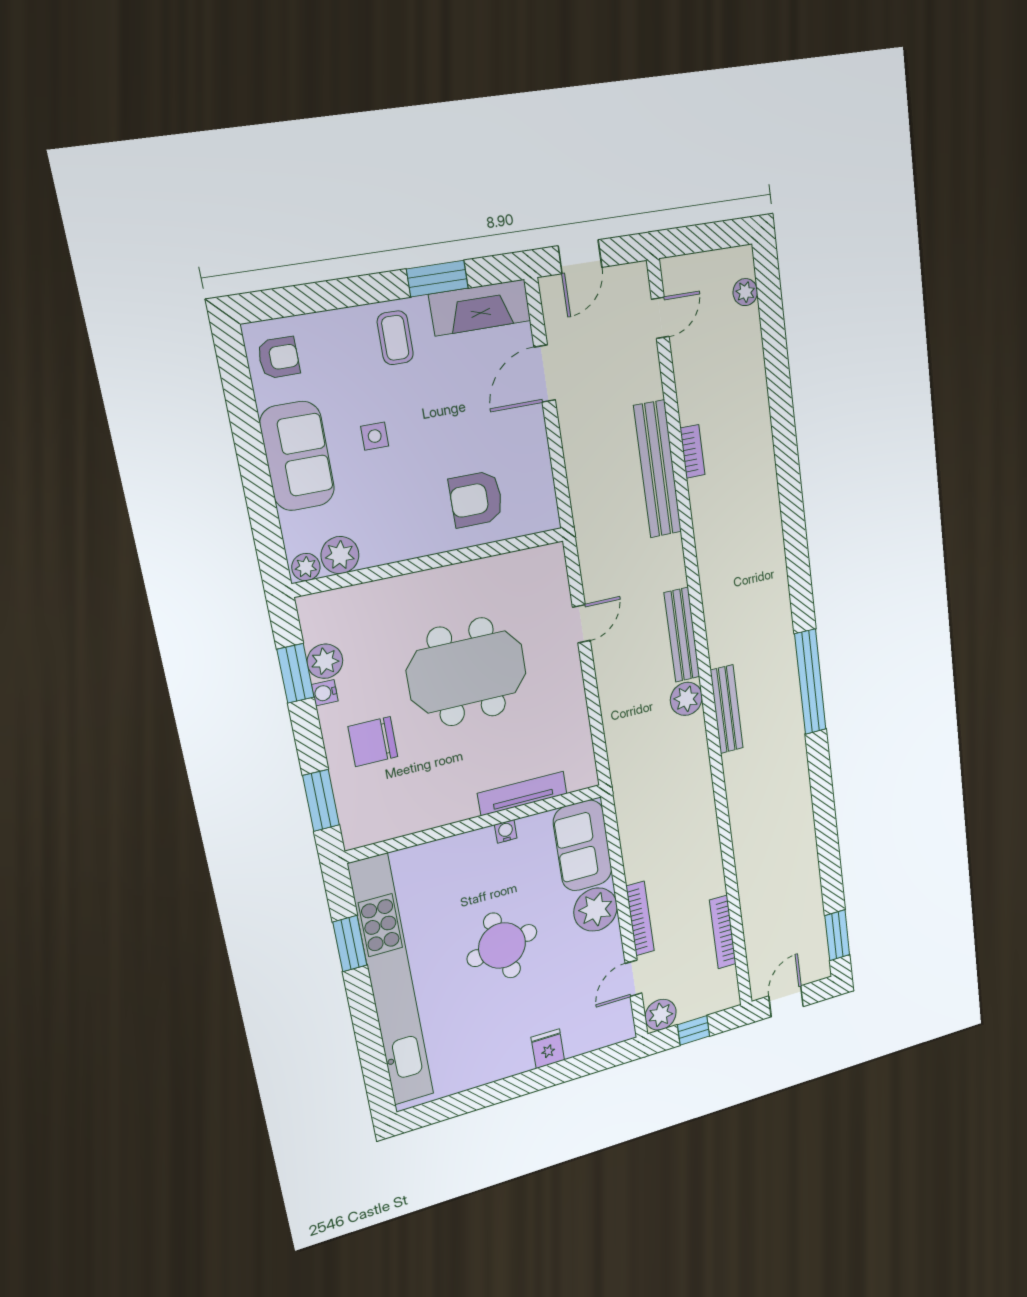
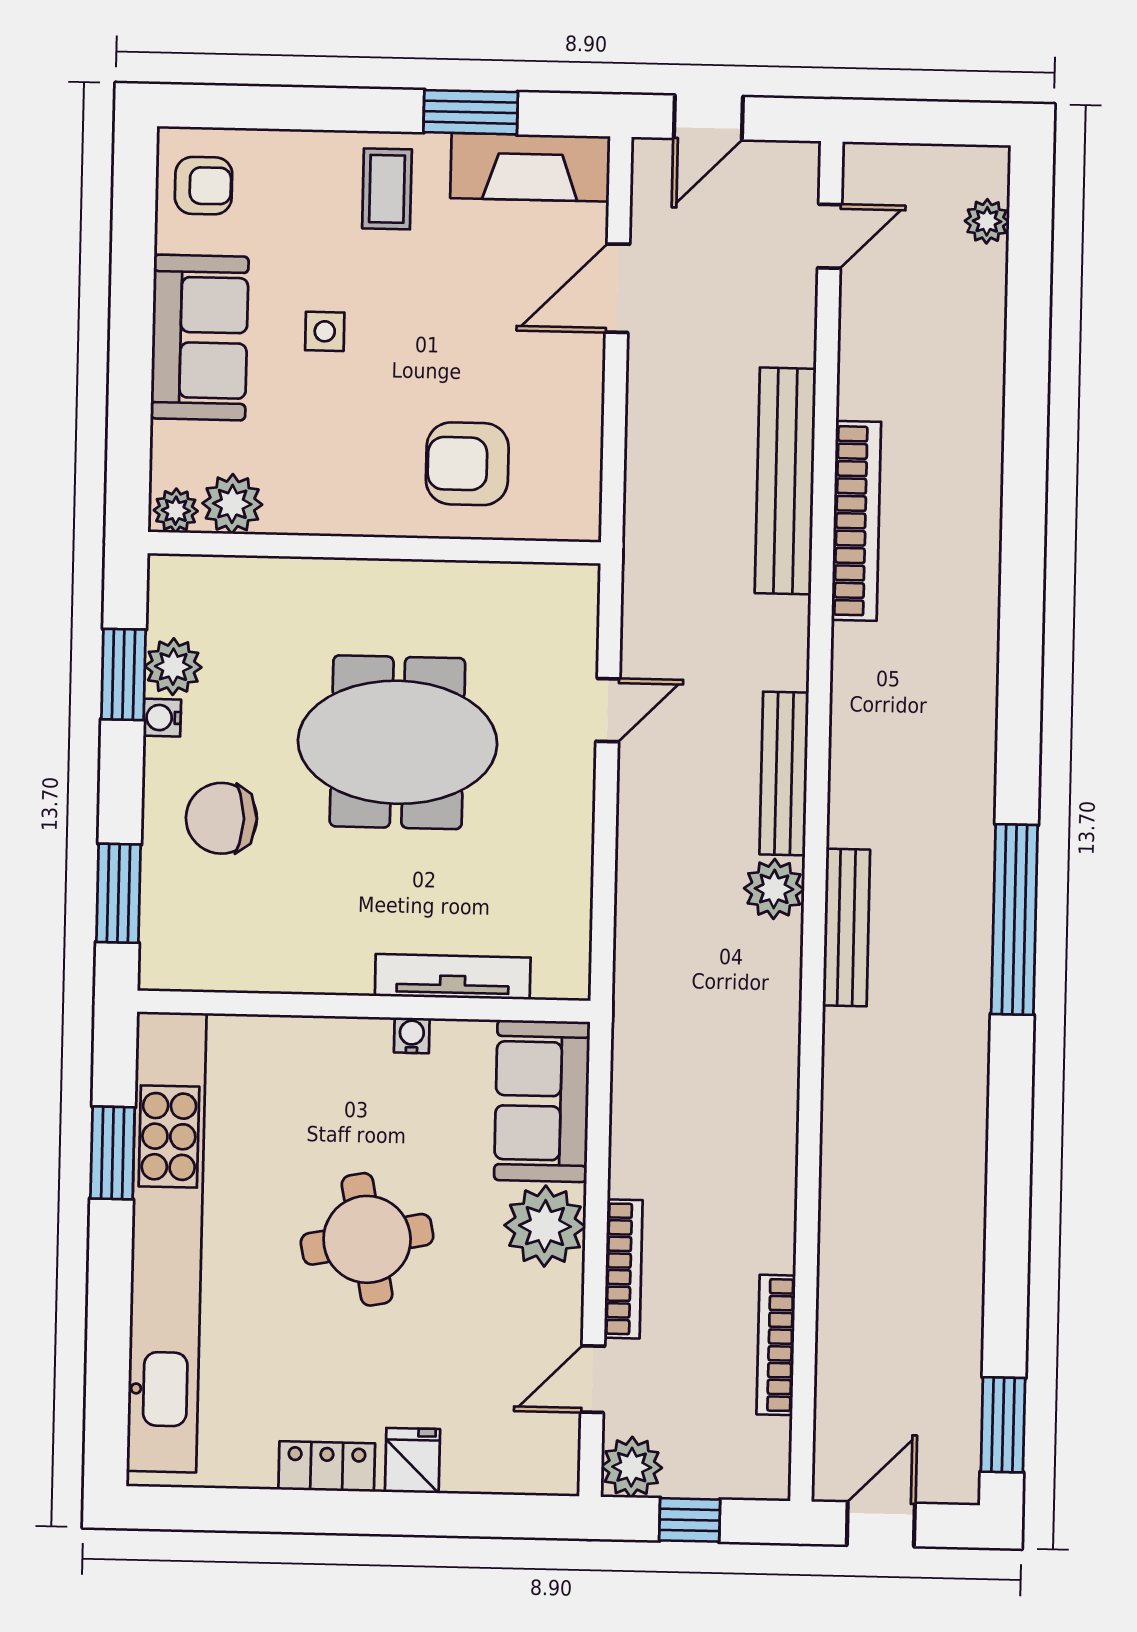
bookcase: (692, 451) -> (856, 521), width x2.31, depth x1.31
locker: (503, 1067) -> (327, 1466), added

